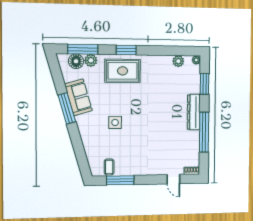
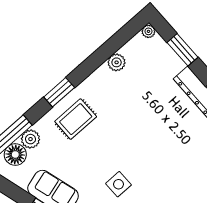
plant: (178, 61) -> (117, 62), moved
rug: (123, 71) -> (76, 119), width x0.73, depth x0.70

